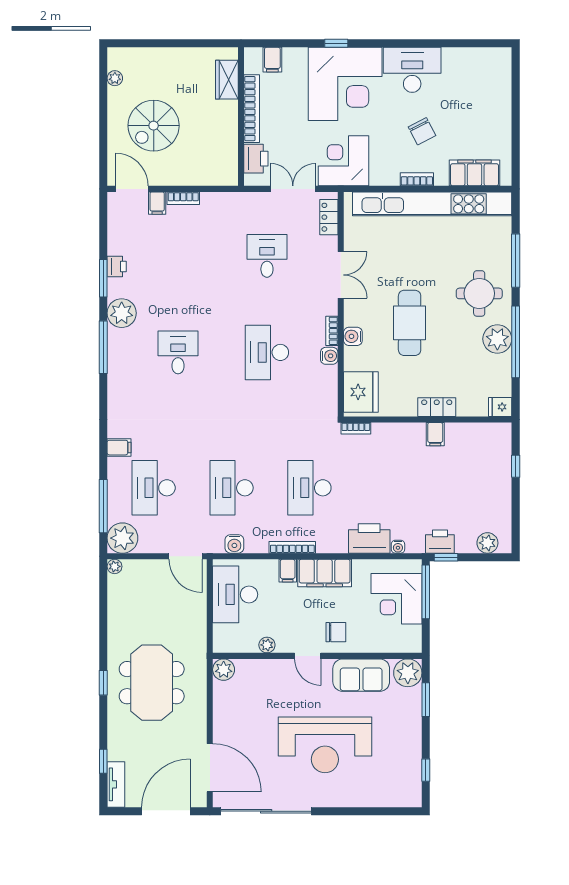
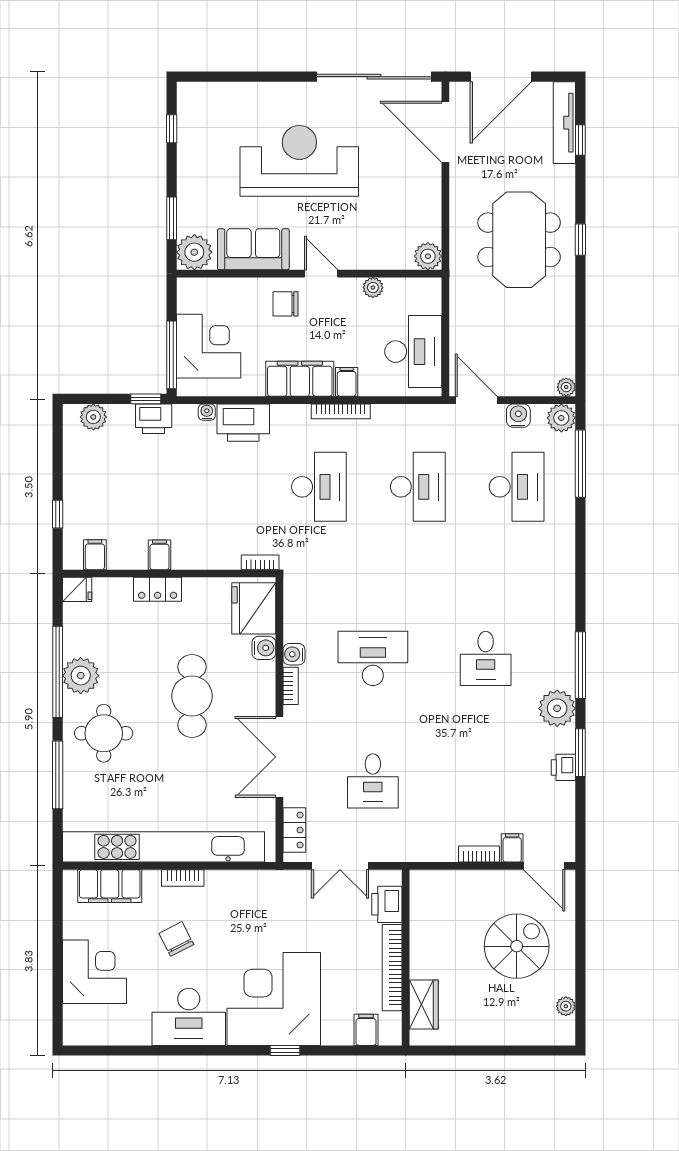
corner desk: (344, 161) -> (94, 972), moved, turned -90
double door: (341, 275) -> (279, 757), width x1.37
water cooler: (353, 336) -> (264, 648), moved
desk: (267, 352) -> (373, 658), turned -90
filing cabinet: (119, 448) -> (95, 555), moved, turned 90
plant: (122, 538) -> (561, 418), width x0.73, depth x0.73
water cooler: (234, 544) -> (518, 416), moved
tv unit: (116, 784) -> (564, 123), width x1.41

